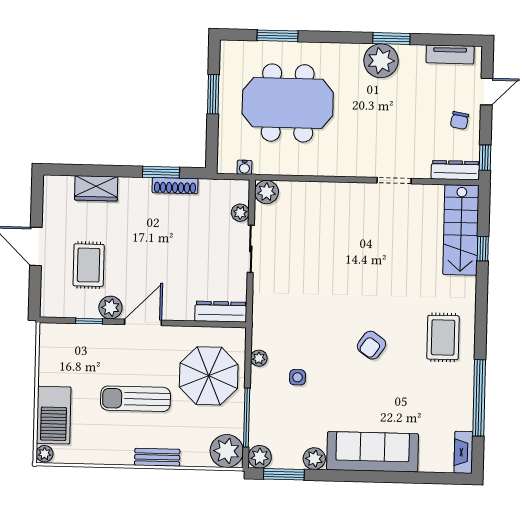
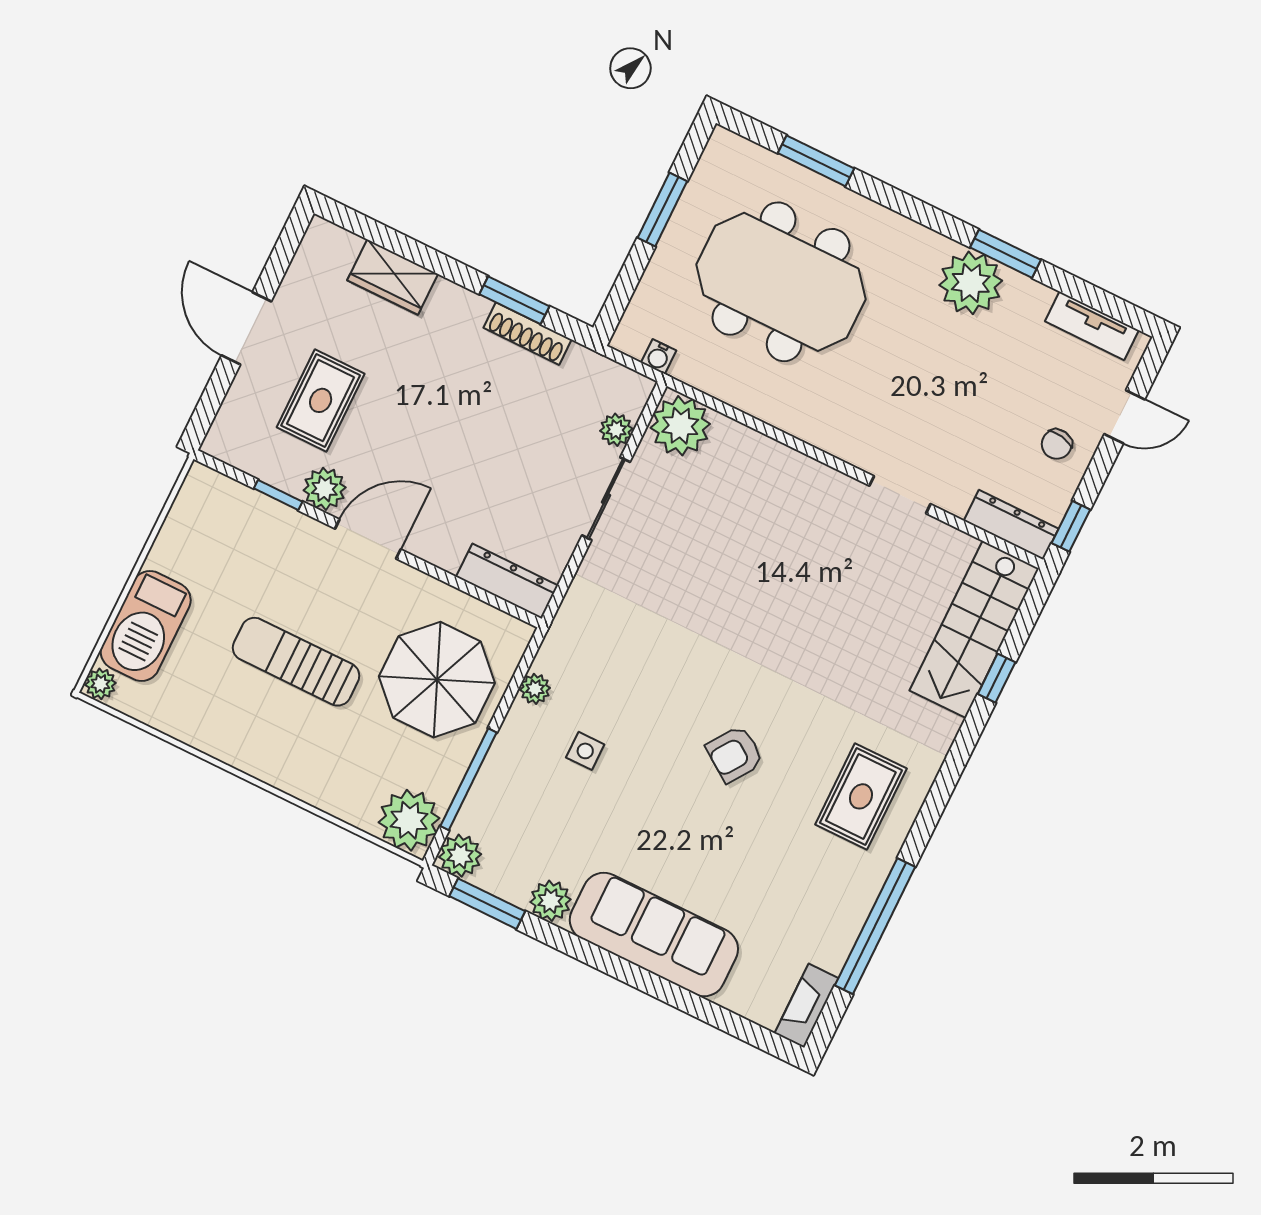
plant: (267, 192) -> (680, 426), width x1.36, depth x1.36
bench: (157, 457) -> (287, 777), removed

